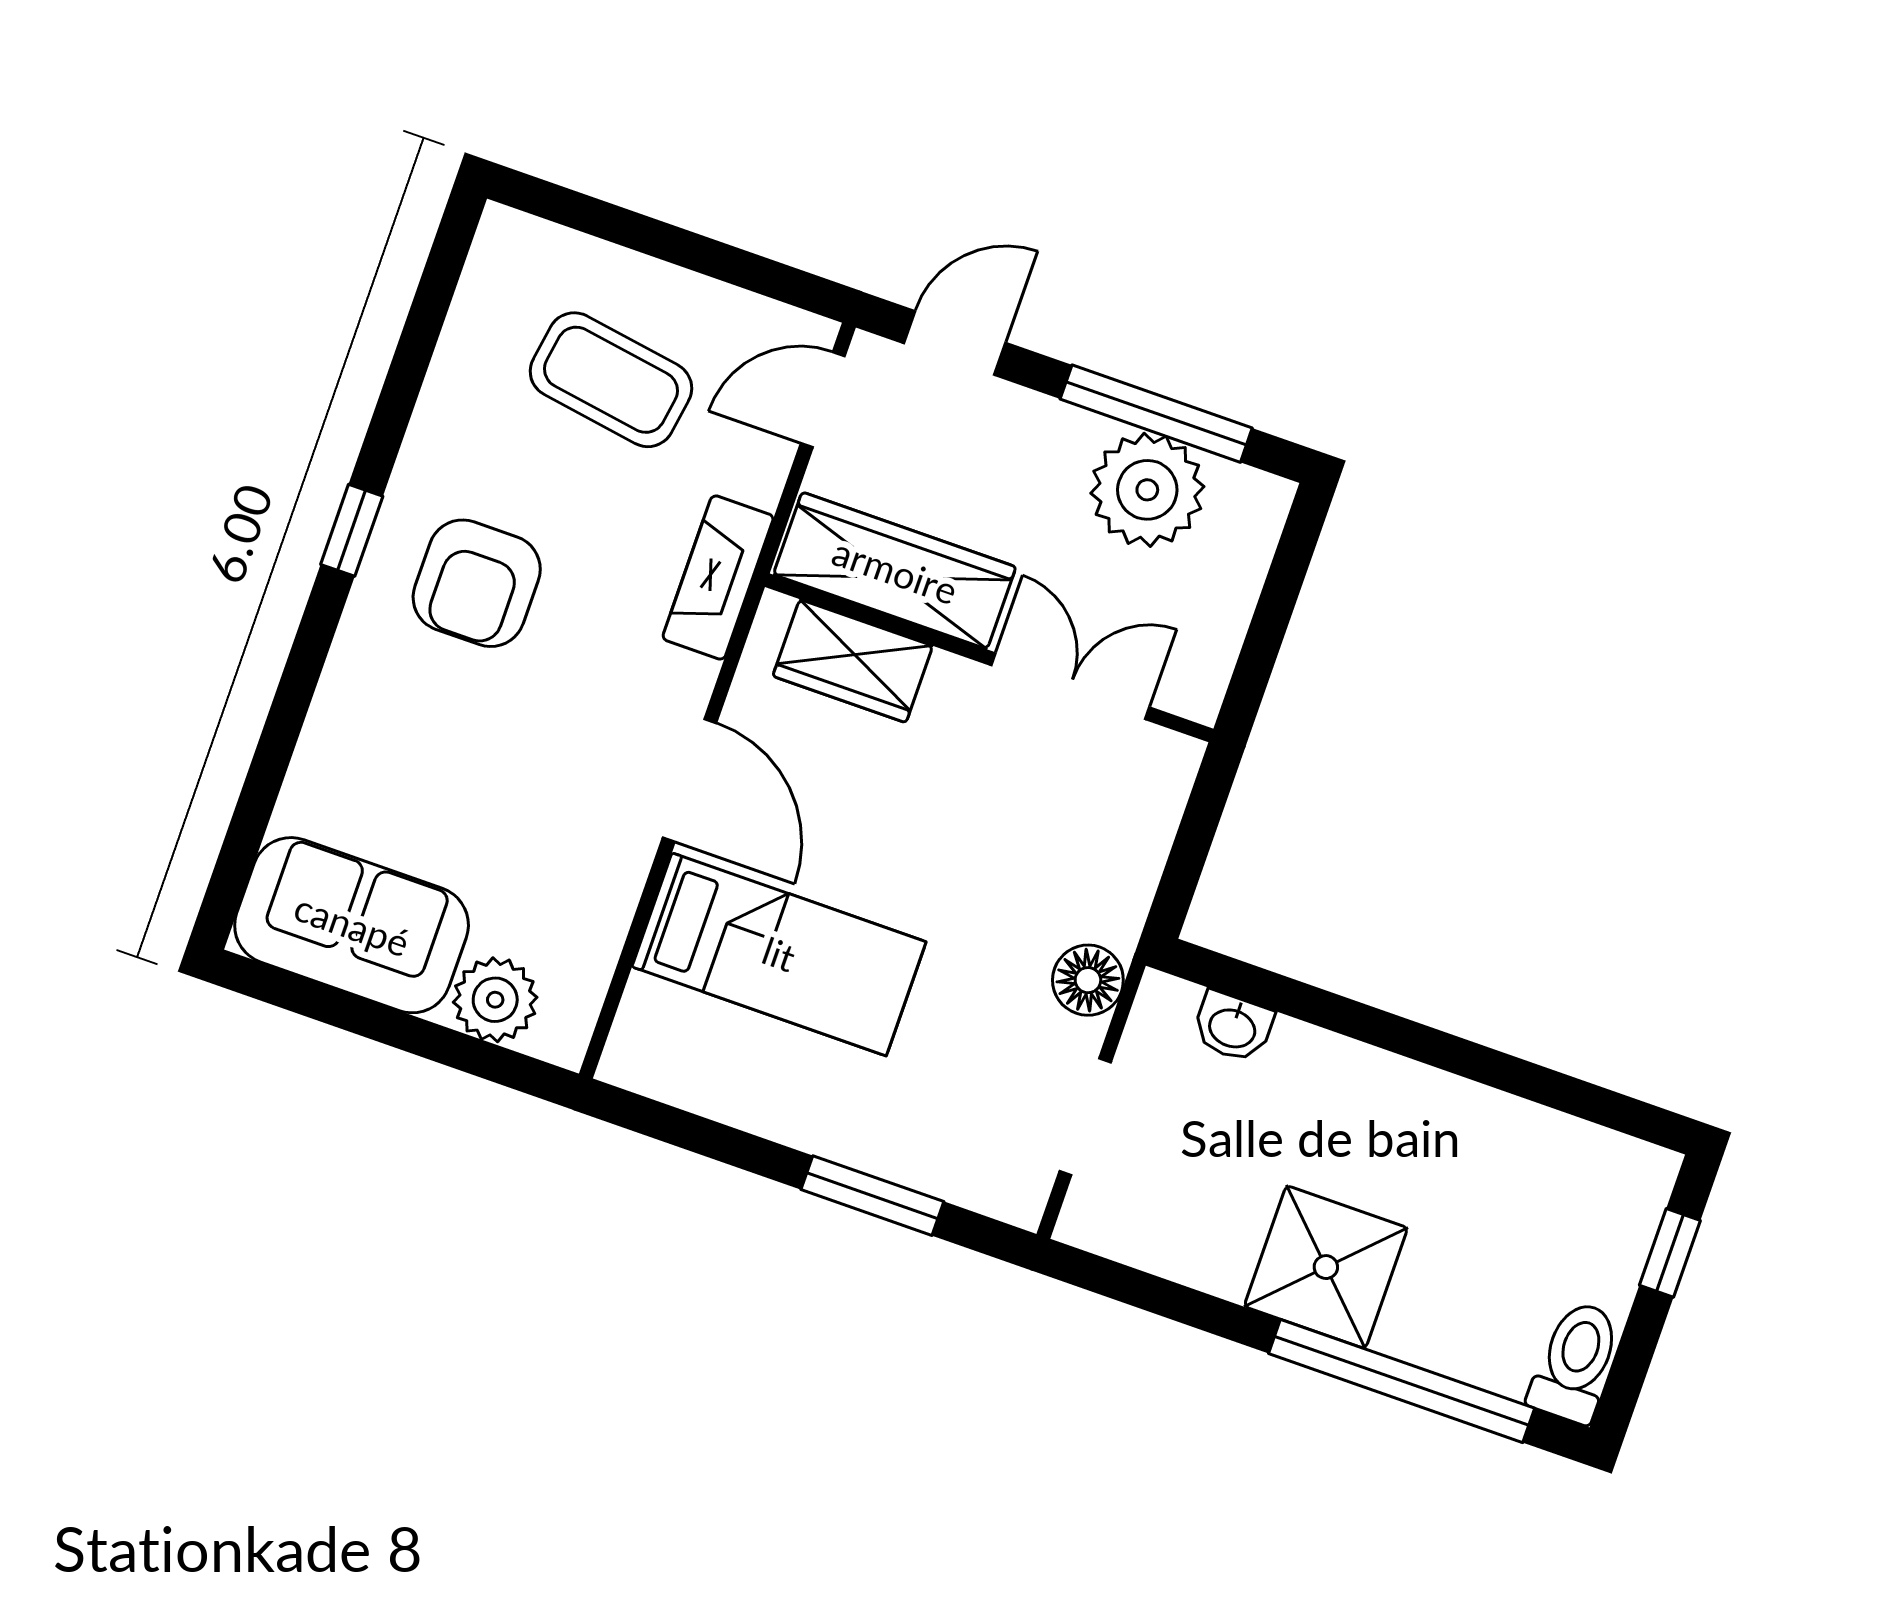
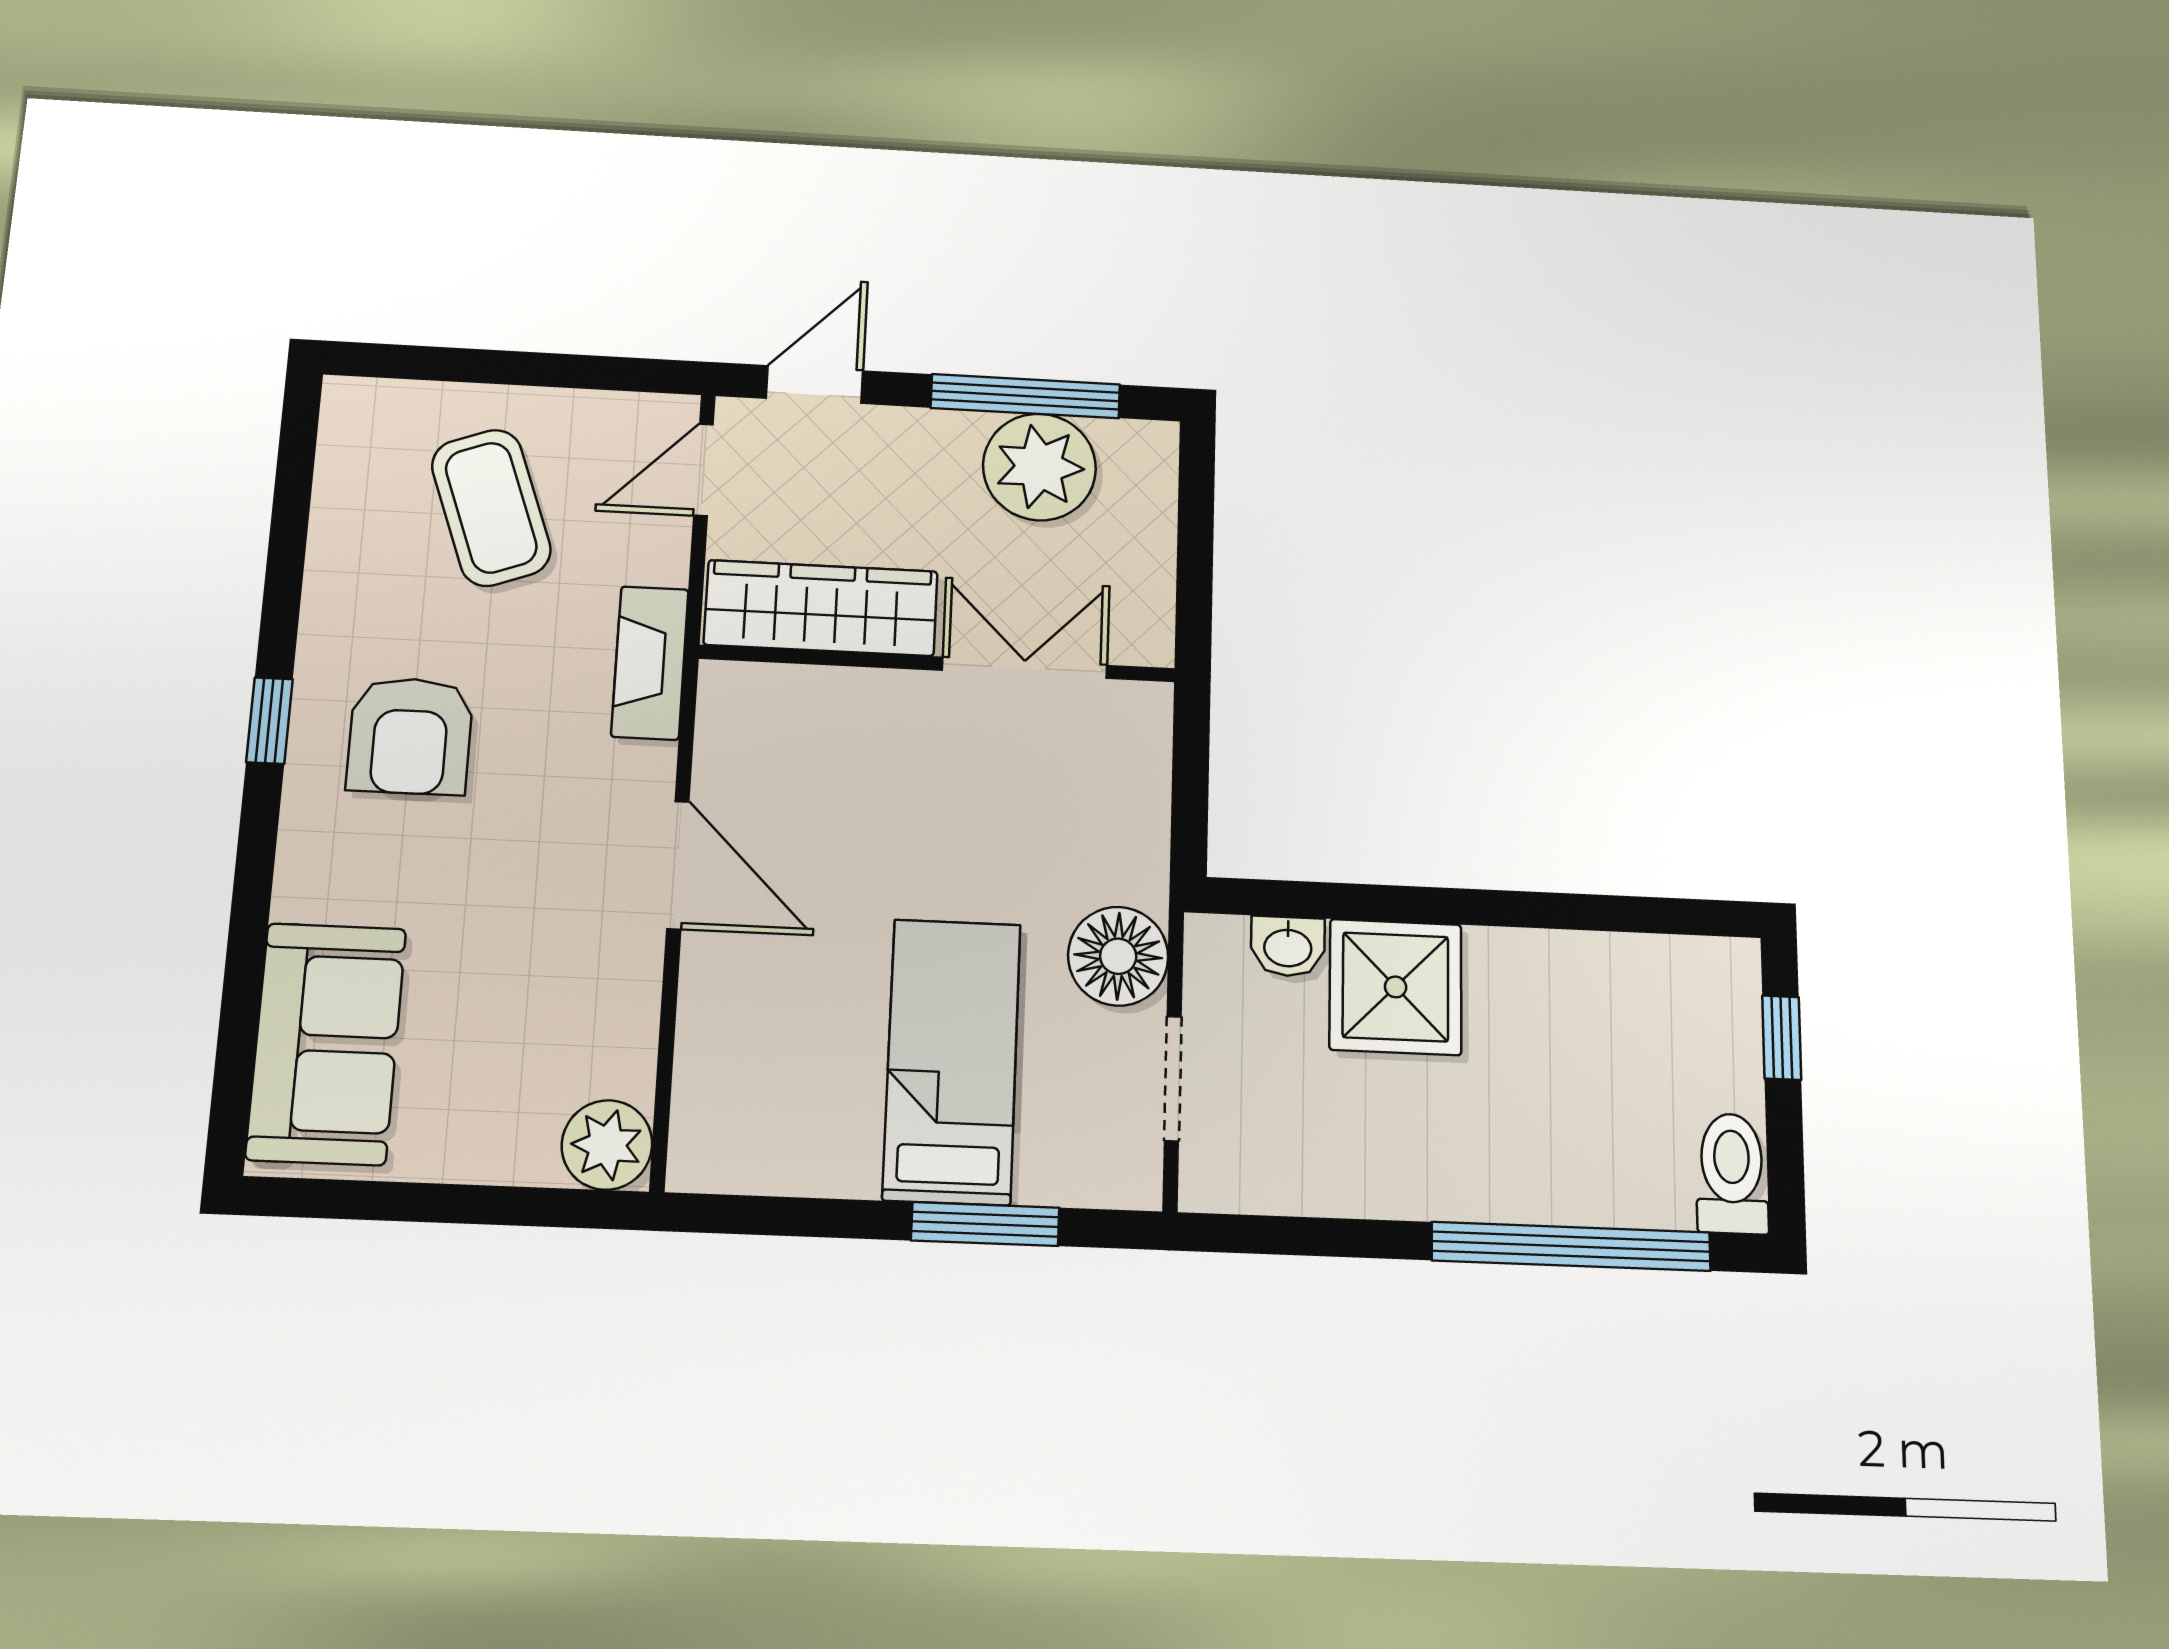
coffee table: (611, 380) -> (491, 508), turned 61
wardrobe: (853, 661) -> (806, 704), removed
sofa: (352, 925) -> (326, 1043), moved, turned 90
bed: (779, 954) -> (952, 1061), moved, turned -90
floor lamp: (1088, 980) -> (1118, 956), width x1.38, depth x1.38
plant: (495, 1000) -> (607, 1145), moved
shower: (1326, 1267) -> (1396, 987), moved

